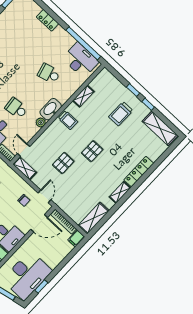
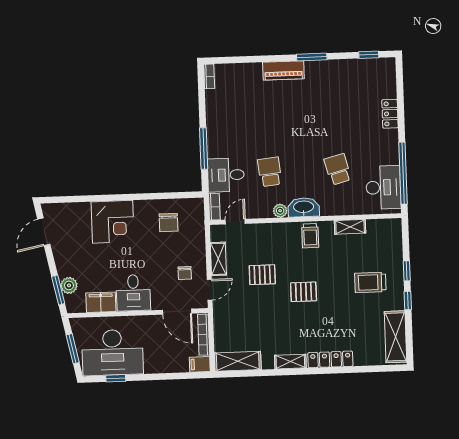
shelving: (25, 168) -> (218, 259), moved

